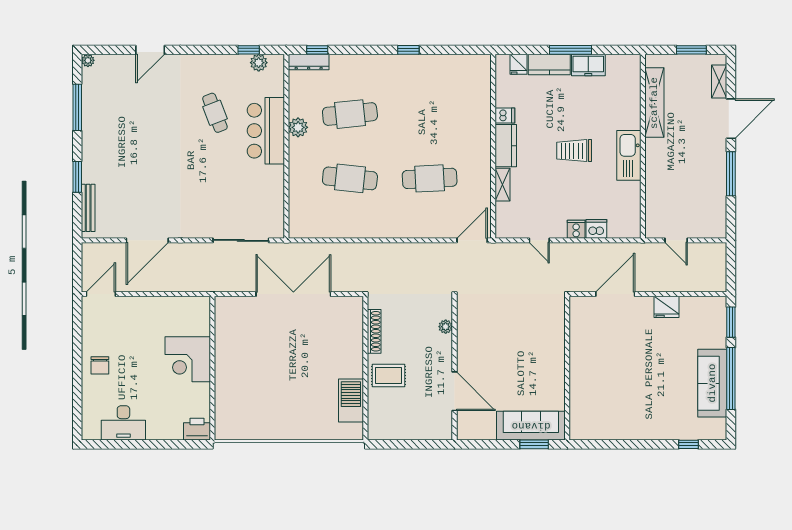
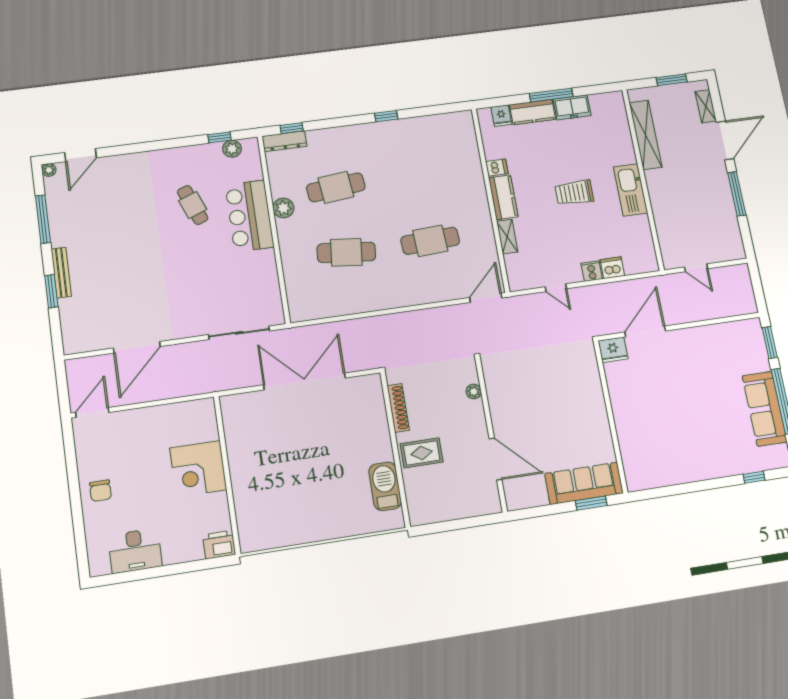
door: (150, 50) -> (81, 155), moved
bench: (88, 208) -> (61, 273), moved
fridge: (667, 307) -> (613, 350), moved

